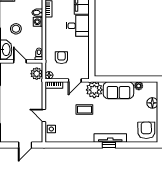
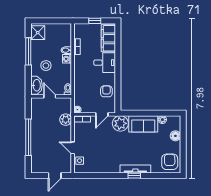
armchair: (61, 58) -> (106, 91), moved
plant: (37, 74) -> (66, 120), moved
coffee table: (84, 110) -> (111, 142), removed

